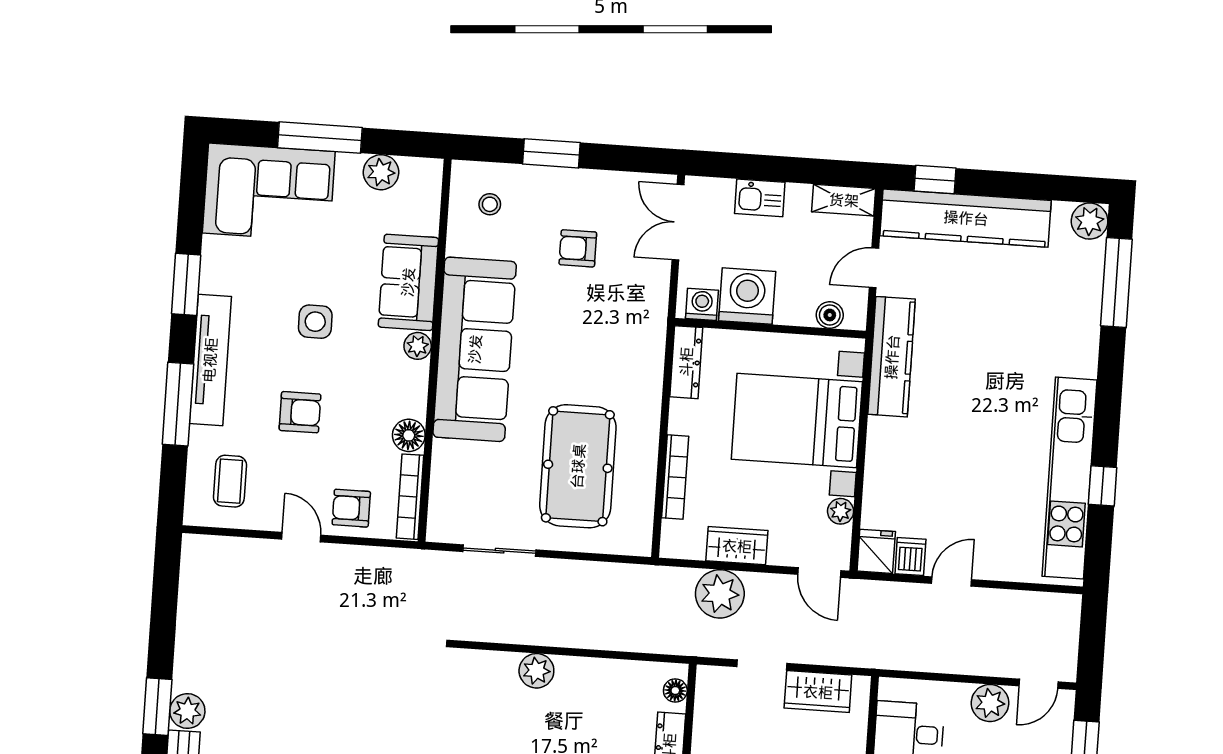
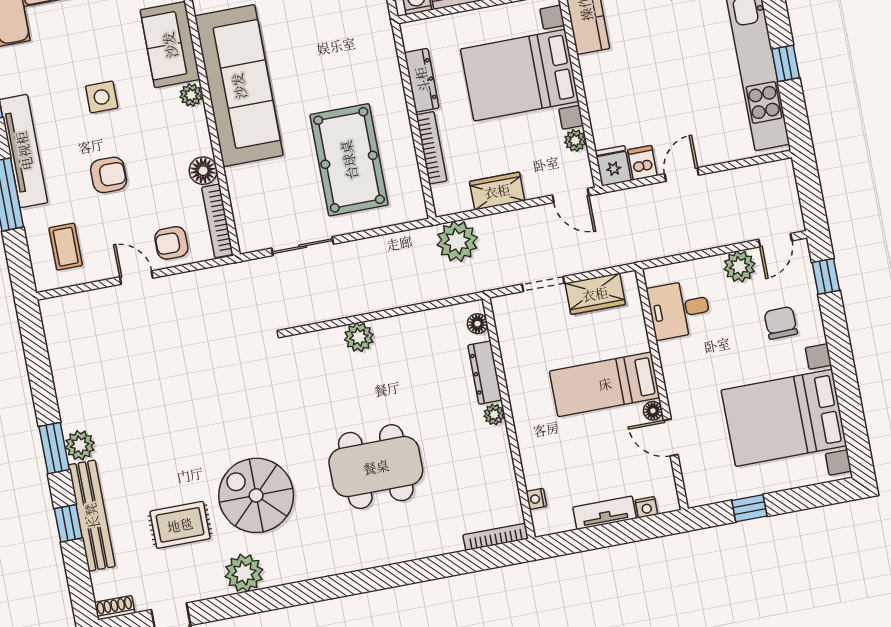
dresser: (686, 362) -> (422, 80), moved
plant: (720, 594) -> (457, 241), moved

